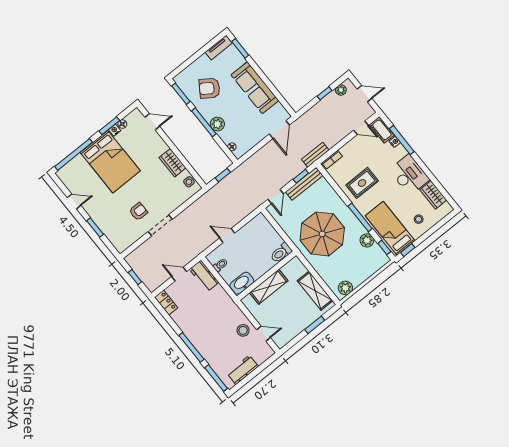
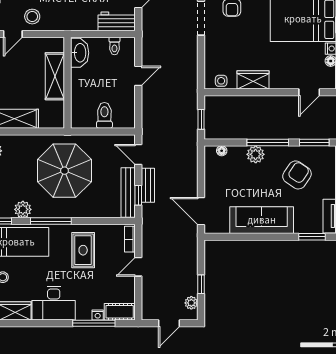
door: (361, 128) -> (138, 267), moved
bench: (315, 155) -> (148, 185), moved
toilet: (281, 253) -> (104, 115), moved

